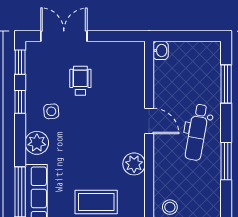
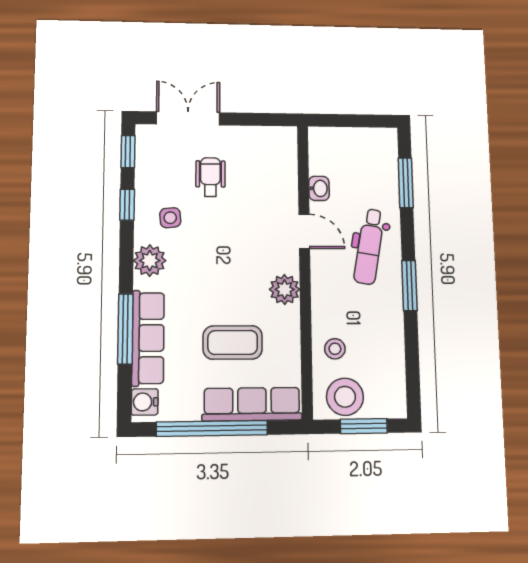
washbasin: (161, 50) -> (319, 188), moved

